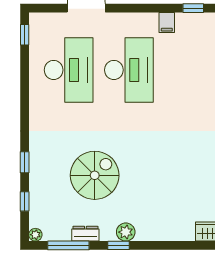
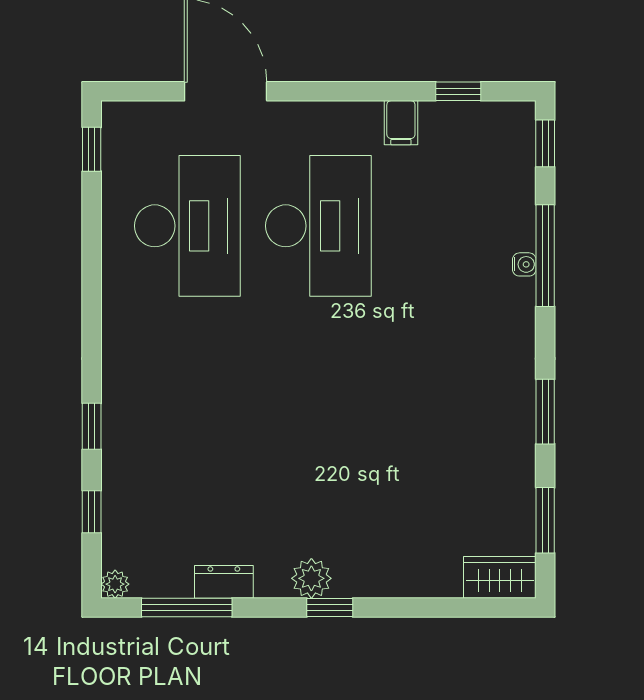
spiral stairs: (95, 175) -> (244, 455), removed
window: (119, 245) -> (330, 608), moved

